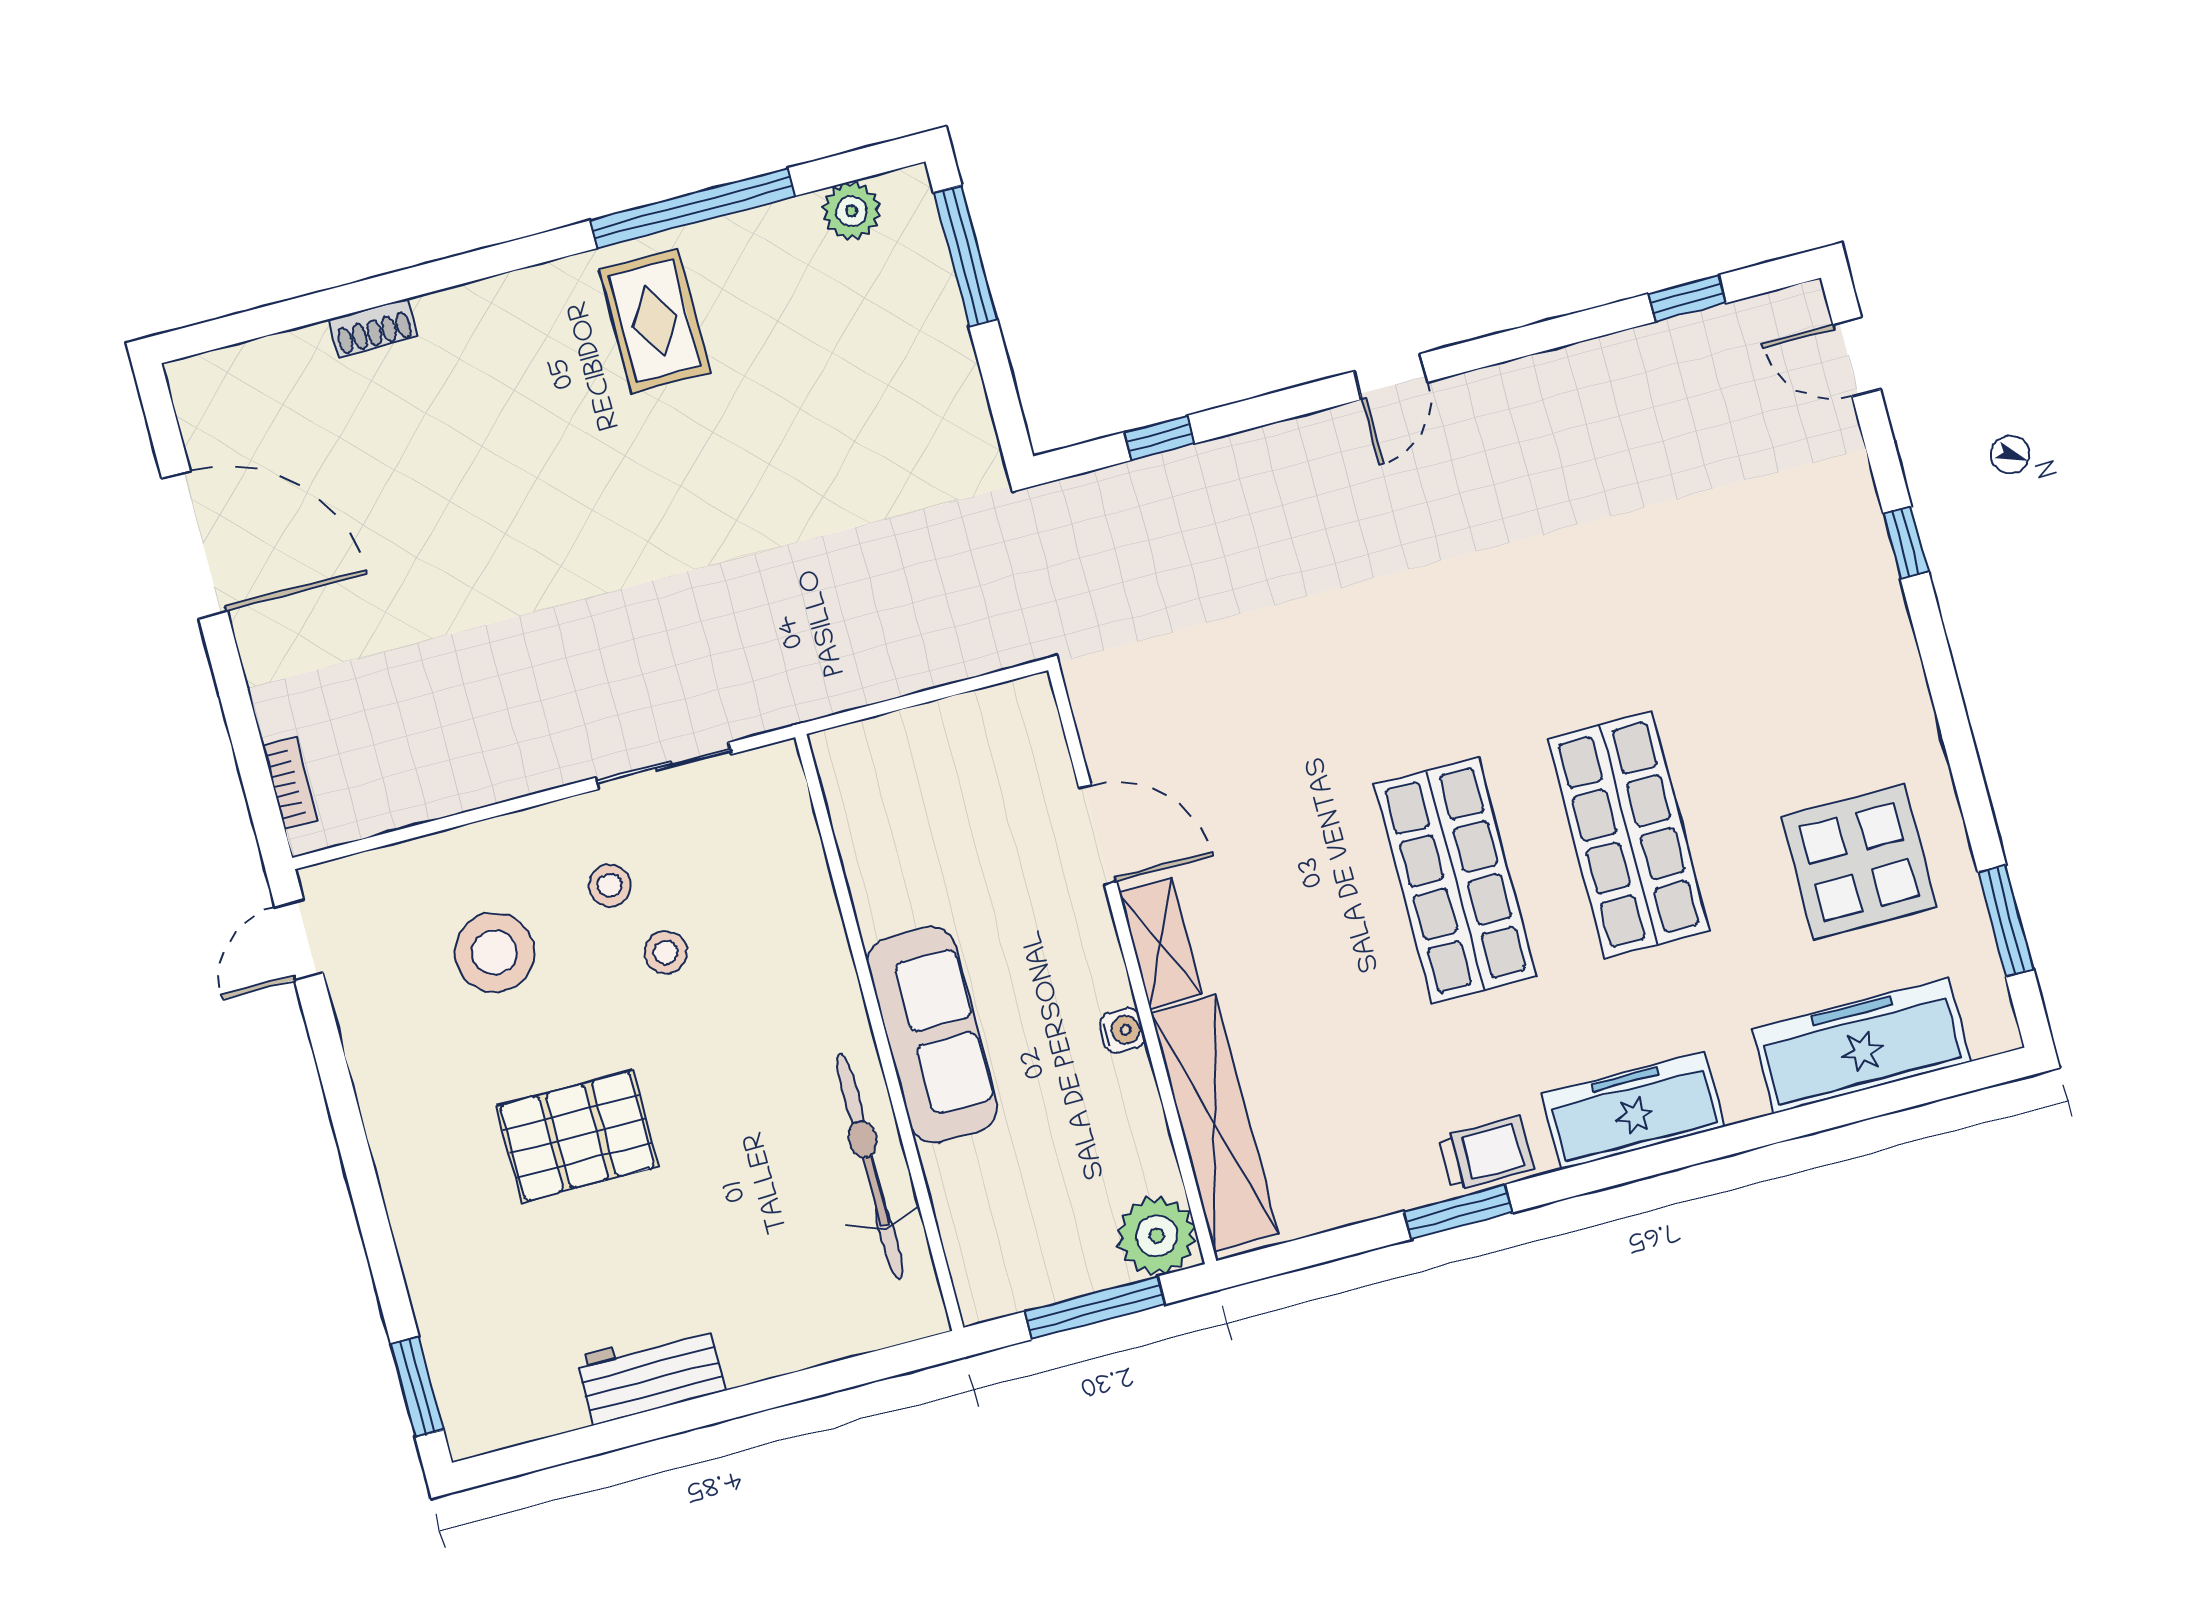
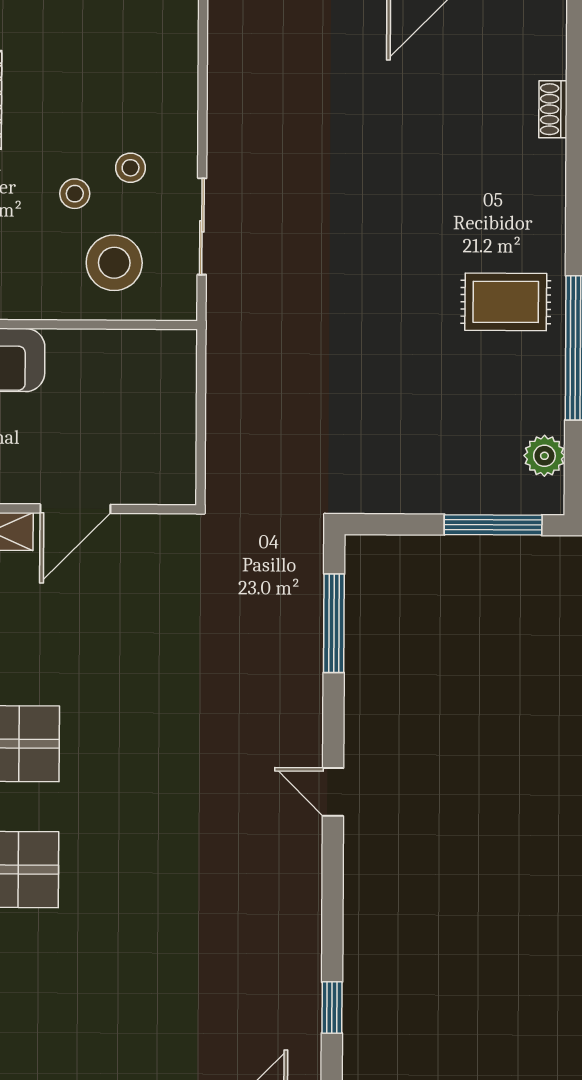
window: (1159, 438) -> (334, 623), width x2.17
stool: (495, 952) -> (114, 263), moved

